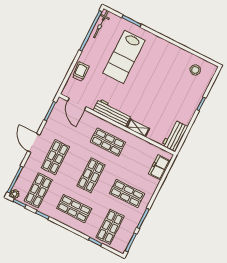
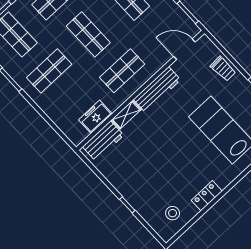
locker: (174, 50) -> (207, 196), added
workbench: (175, 136) -> (103, 141), moved, turned 90
freezer: (159, 167) -> (95, 117), moved, turned -90

